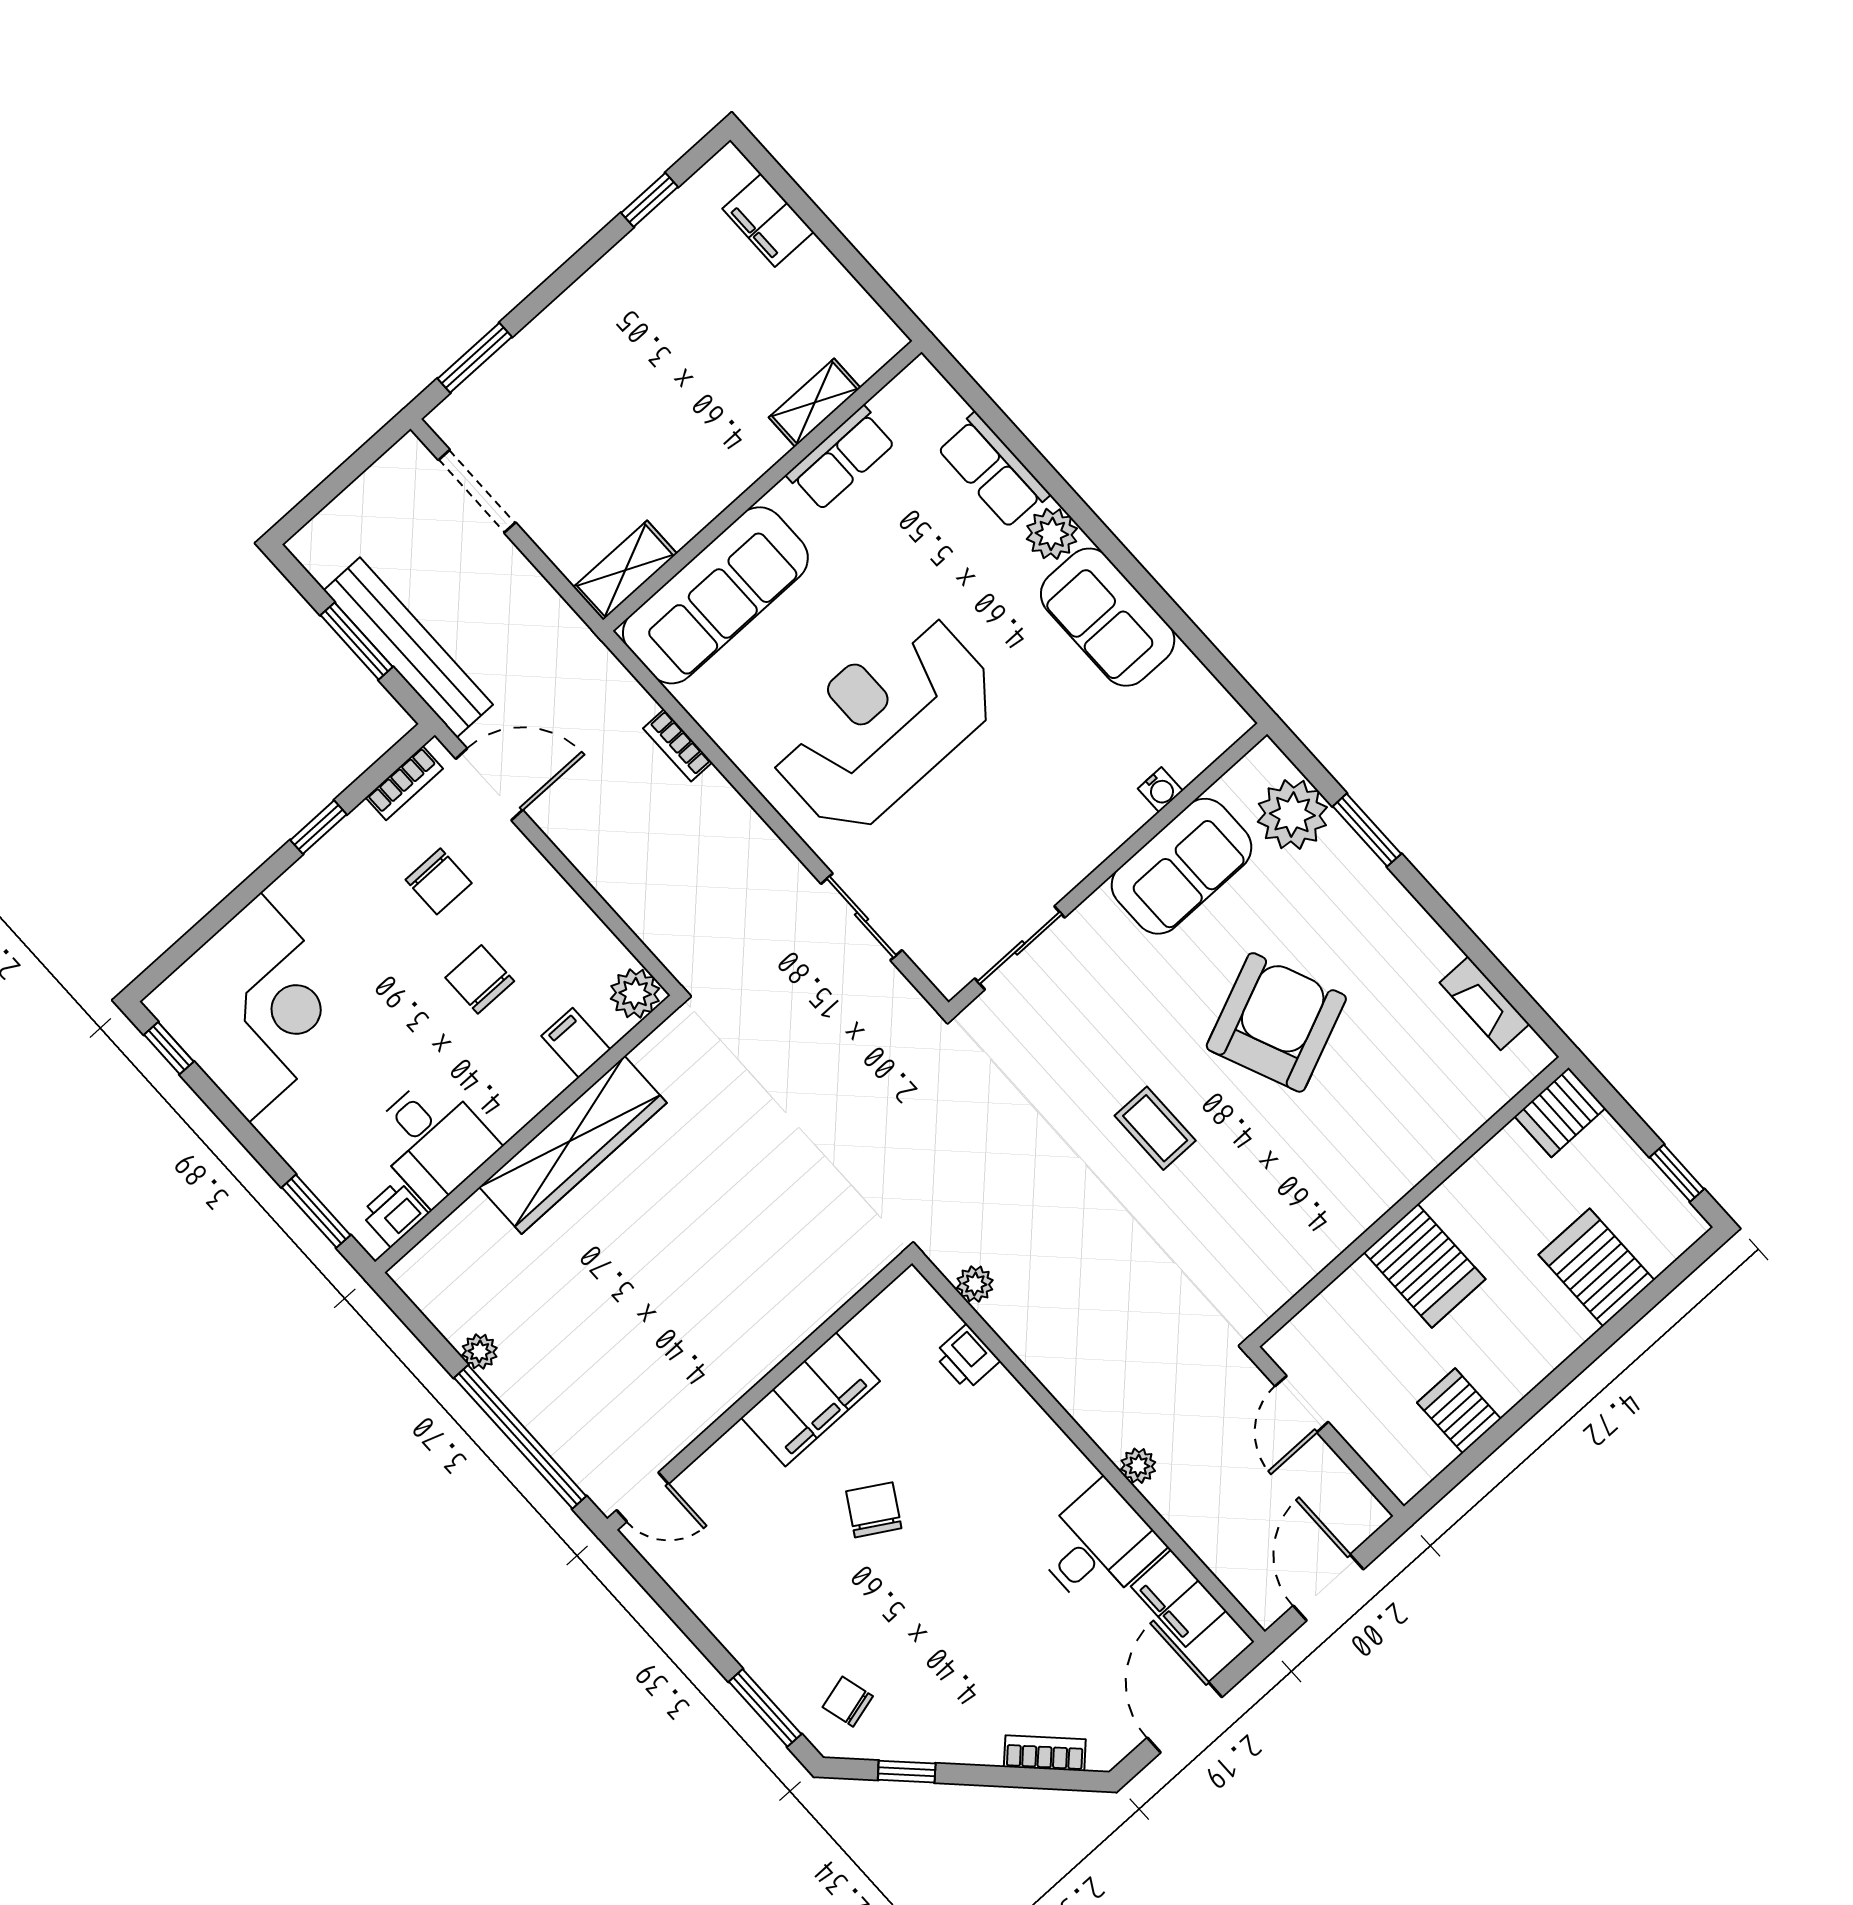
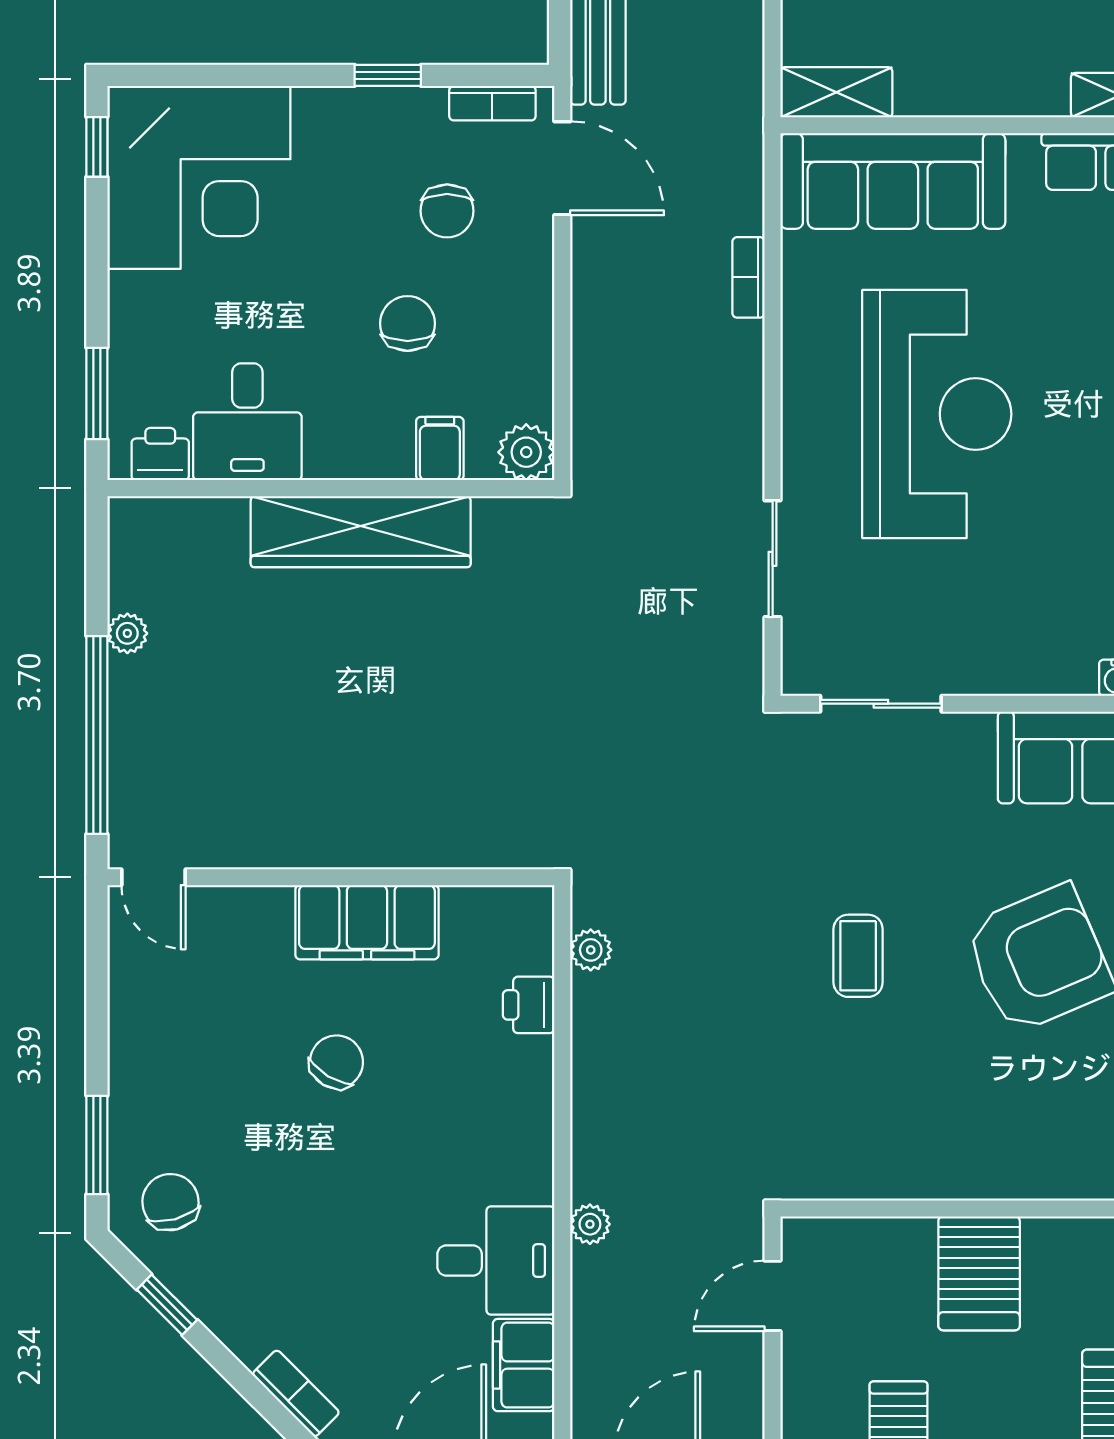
reception desk: (884, 723) -> (937, 414), turned 90
chair: (848, 1702) -> (170, 1202), width x1.37, depth x1.37

